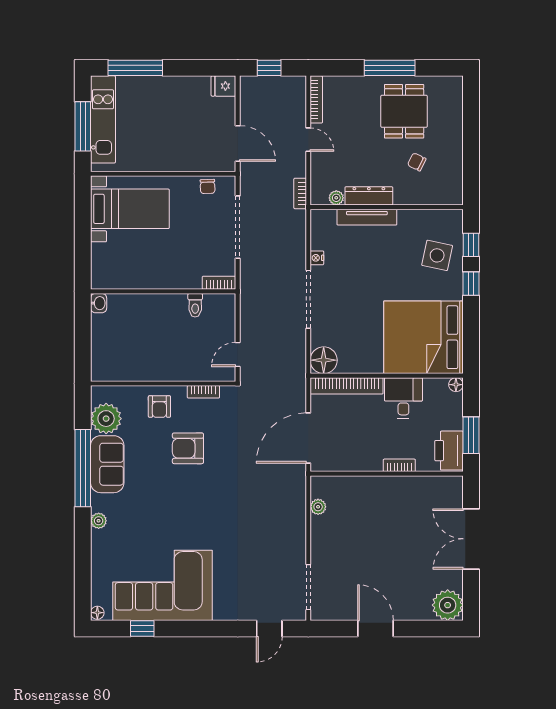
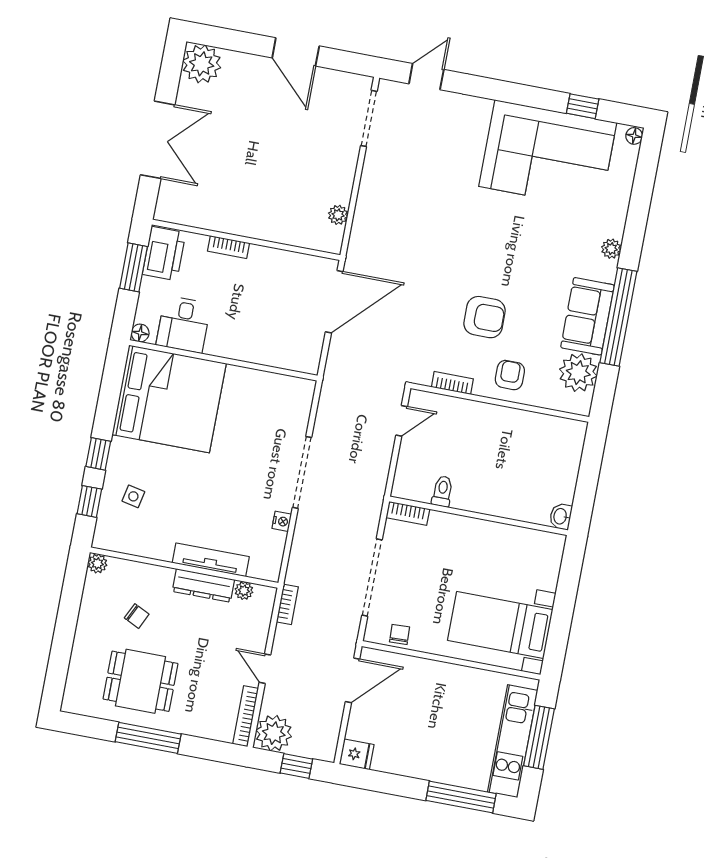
plant: (292, 90) -> (274, 733), added
dining table: (404, 111) -> (141, 681), turned 90
door: (238, 143) -> (353, 680), swing flipped
plant: (455, 197) -> (97, 564), added
side table: (437, 255) -> (133, 496), width x0.54, depth x0.54
floor lamp: (324, 360) -> (297, 394), removed
bookcase: (347, 386) -> (275, 357), removed
desk: (403, 398) -> (183, 324), moved

